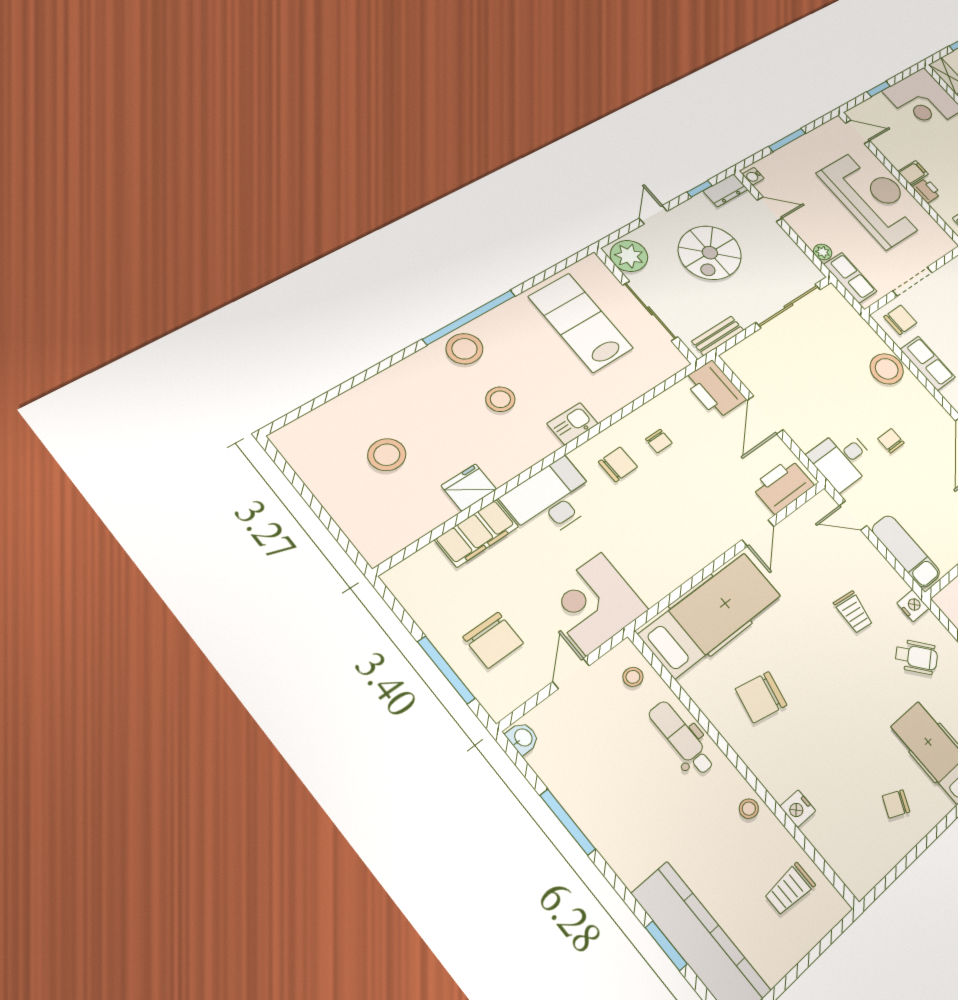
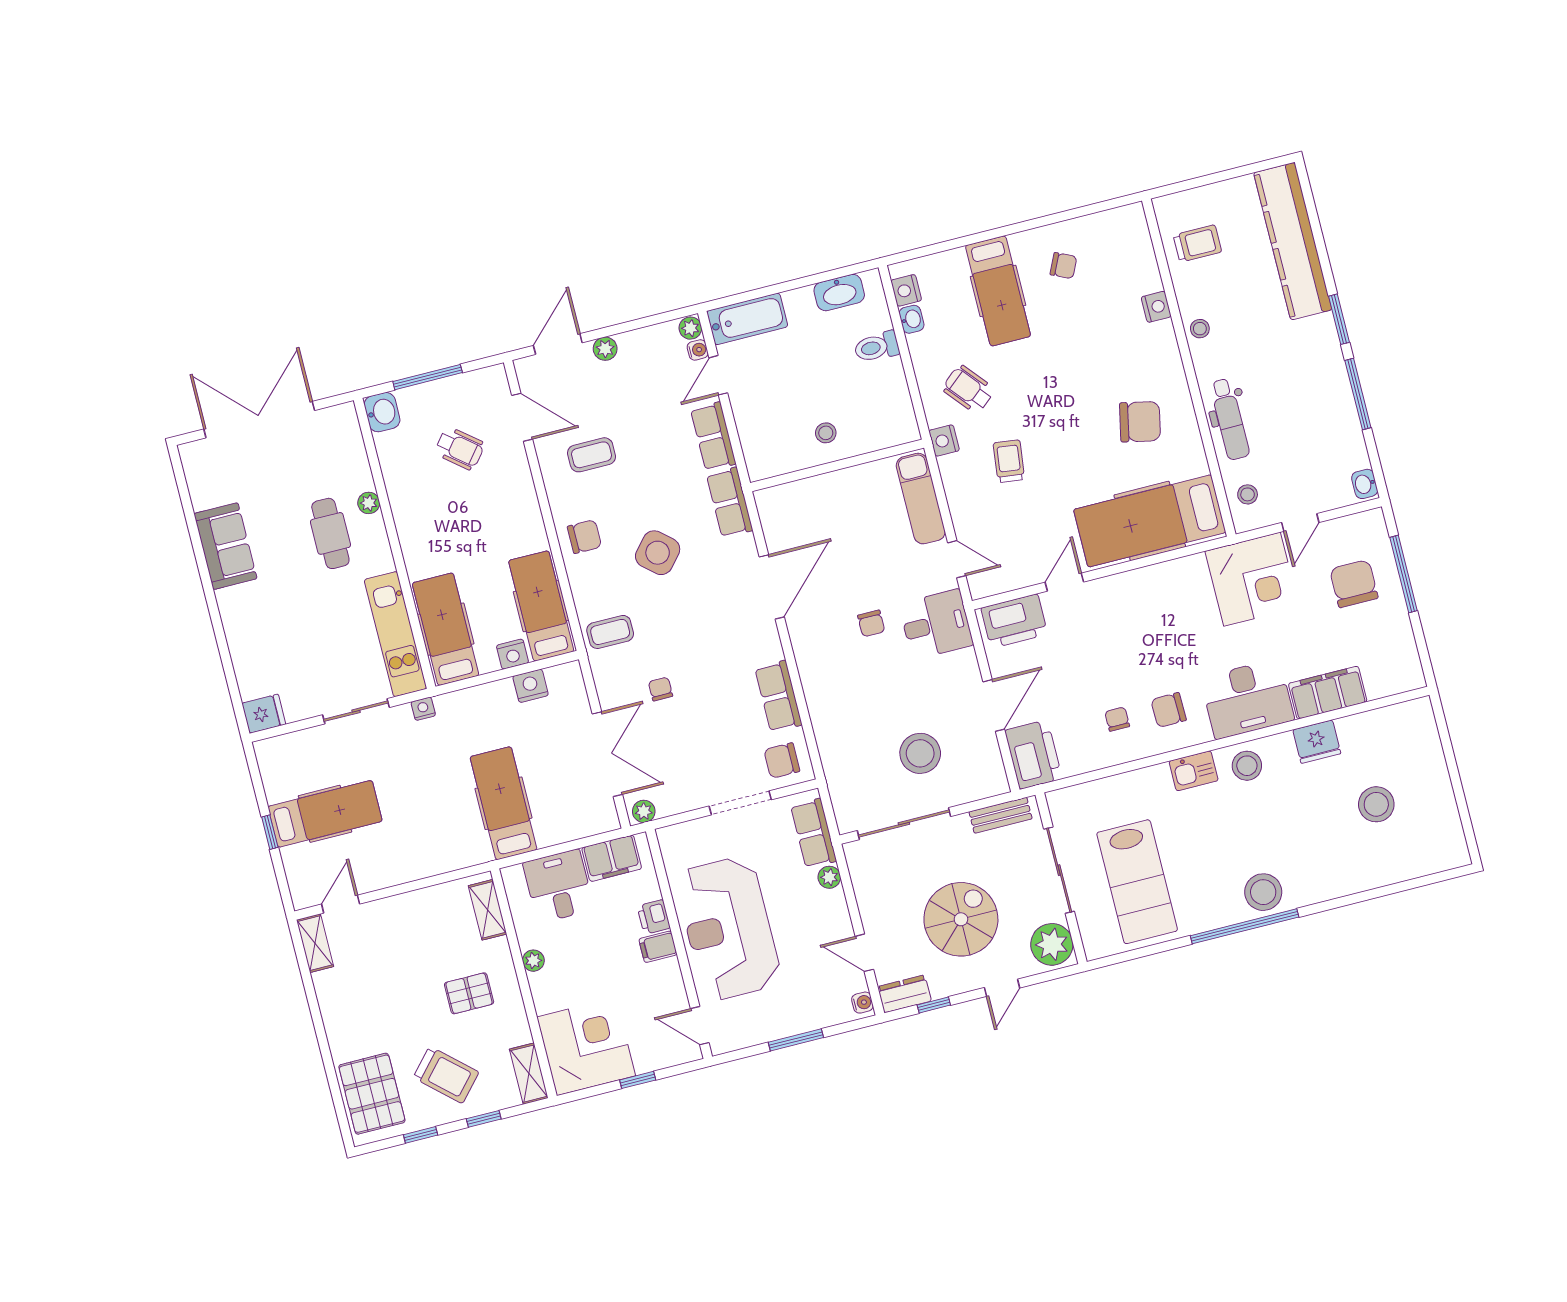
stool: (887, 369) -> (920, 753), moved
stool: (500, 399) -> (1247, 766), moved
window: (666, 946) -> (1339, 319), moved

